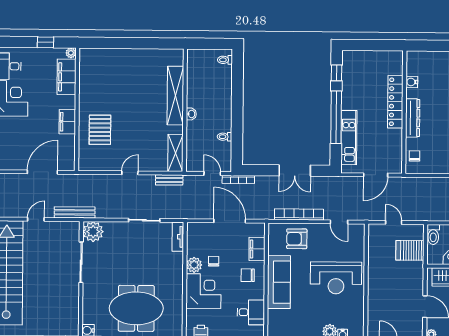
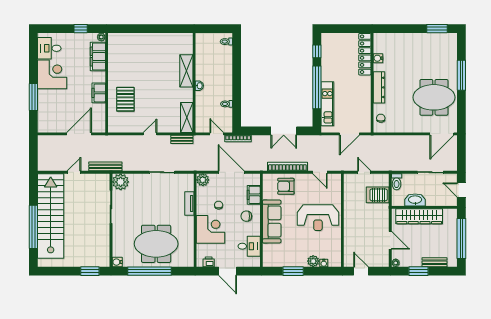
shelving: (175, 96) -> (186, 71), width x0.68
locker: (395, 102) -> (365, 54), moved
tv unit: (178, 237) -> (189, 203), moved
plant: (194, 265) -> (203, 180), moved

